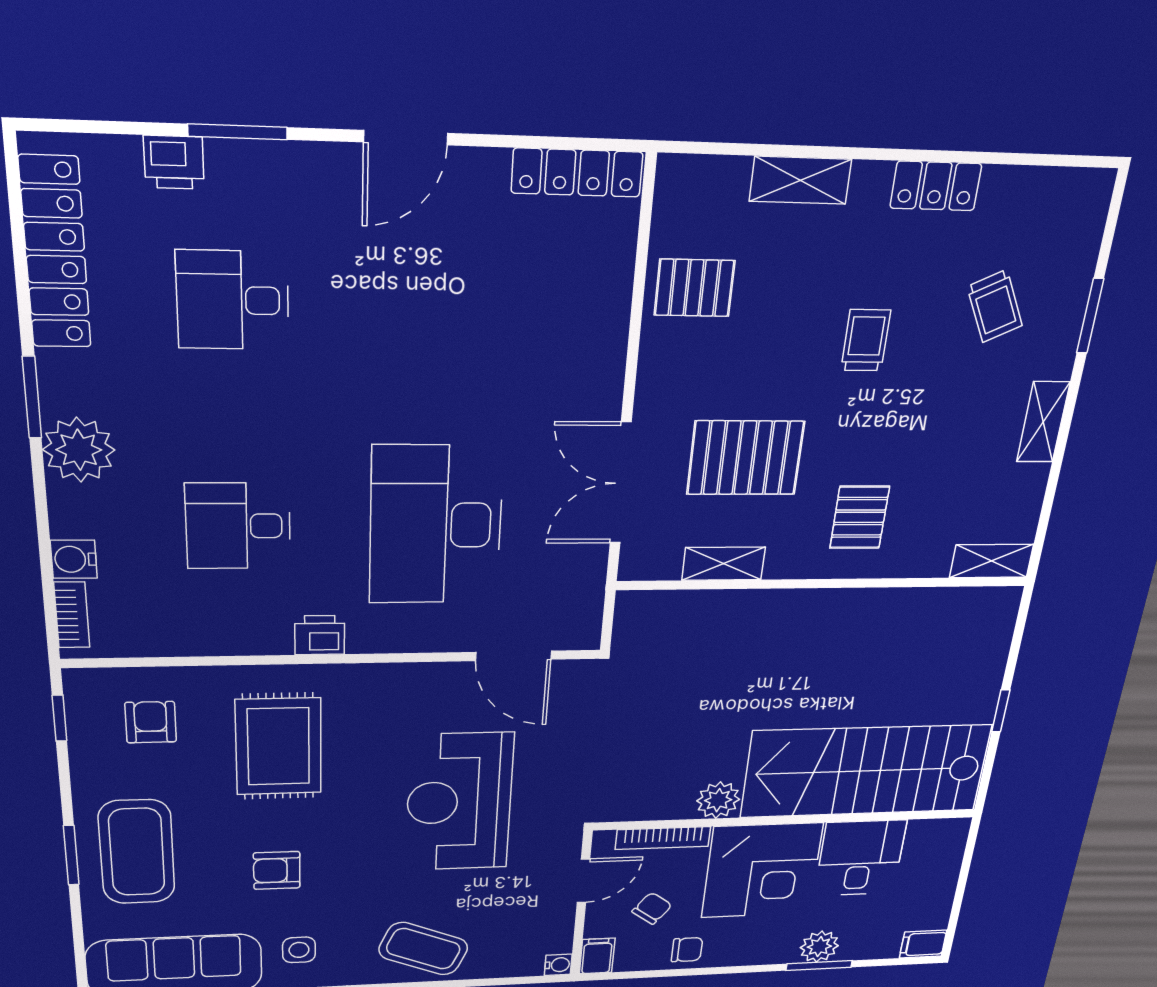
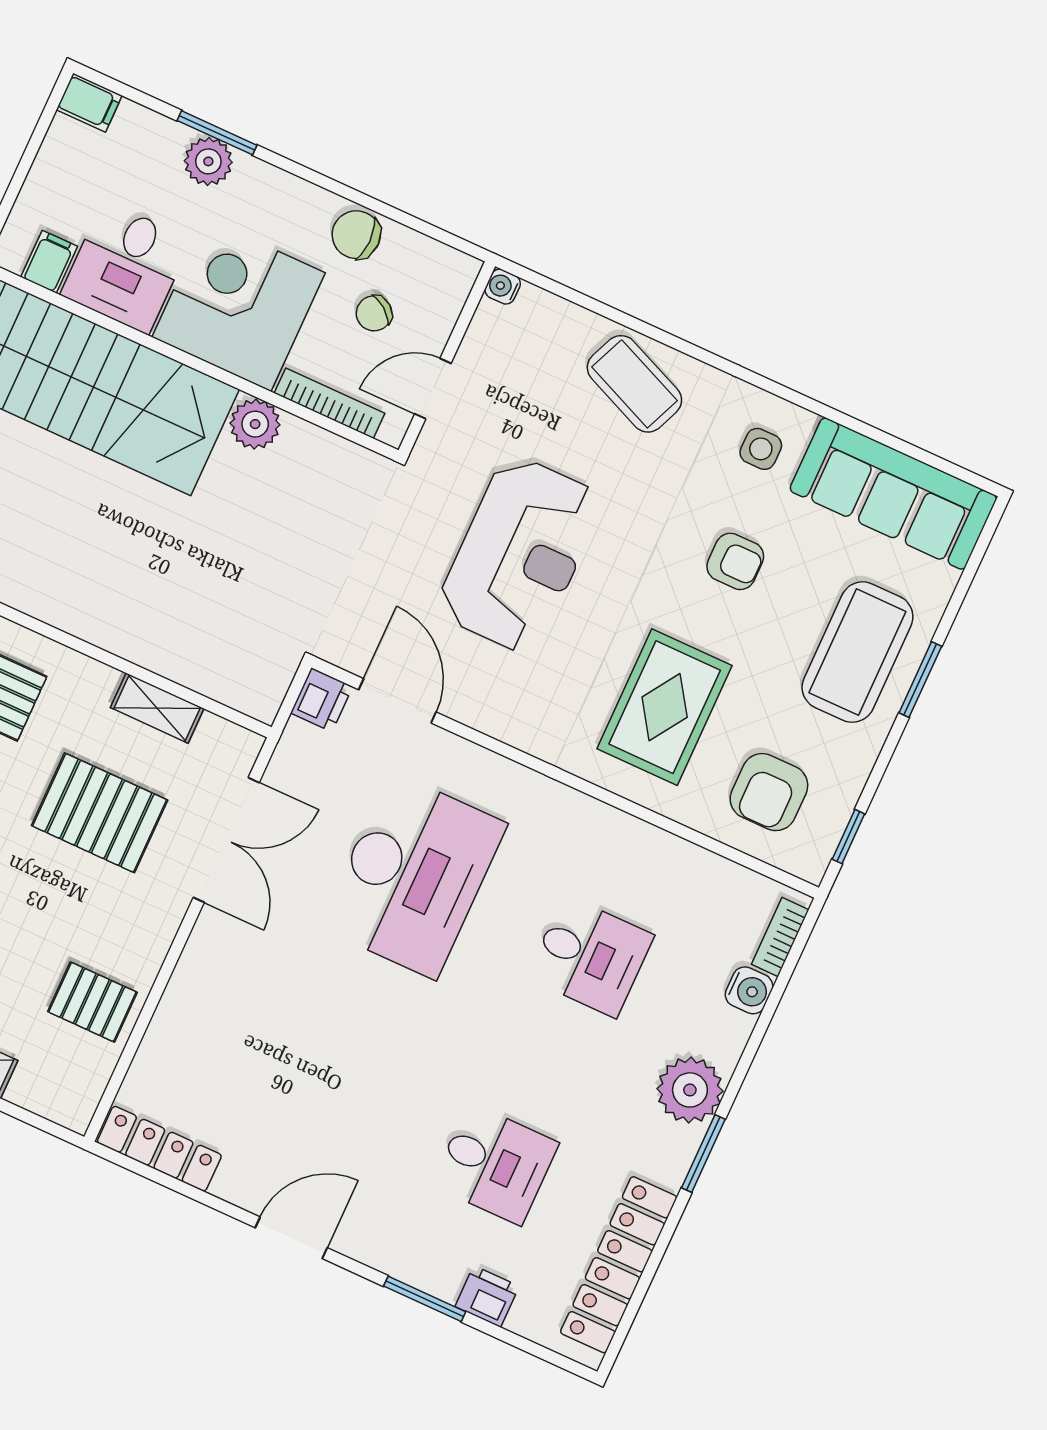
printer: (320, 635) -> (322, 700), moved, turned -90
armchair: (151, 722) -> (769, 792), width x1.38, depth x1.38
chair: (687, 950) -> (356, 235), width x1.37, depth x1.37
filing cabinet: (597, 956) -> (49, 262), moved, turned 180

